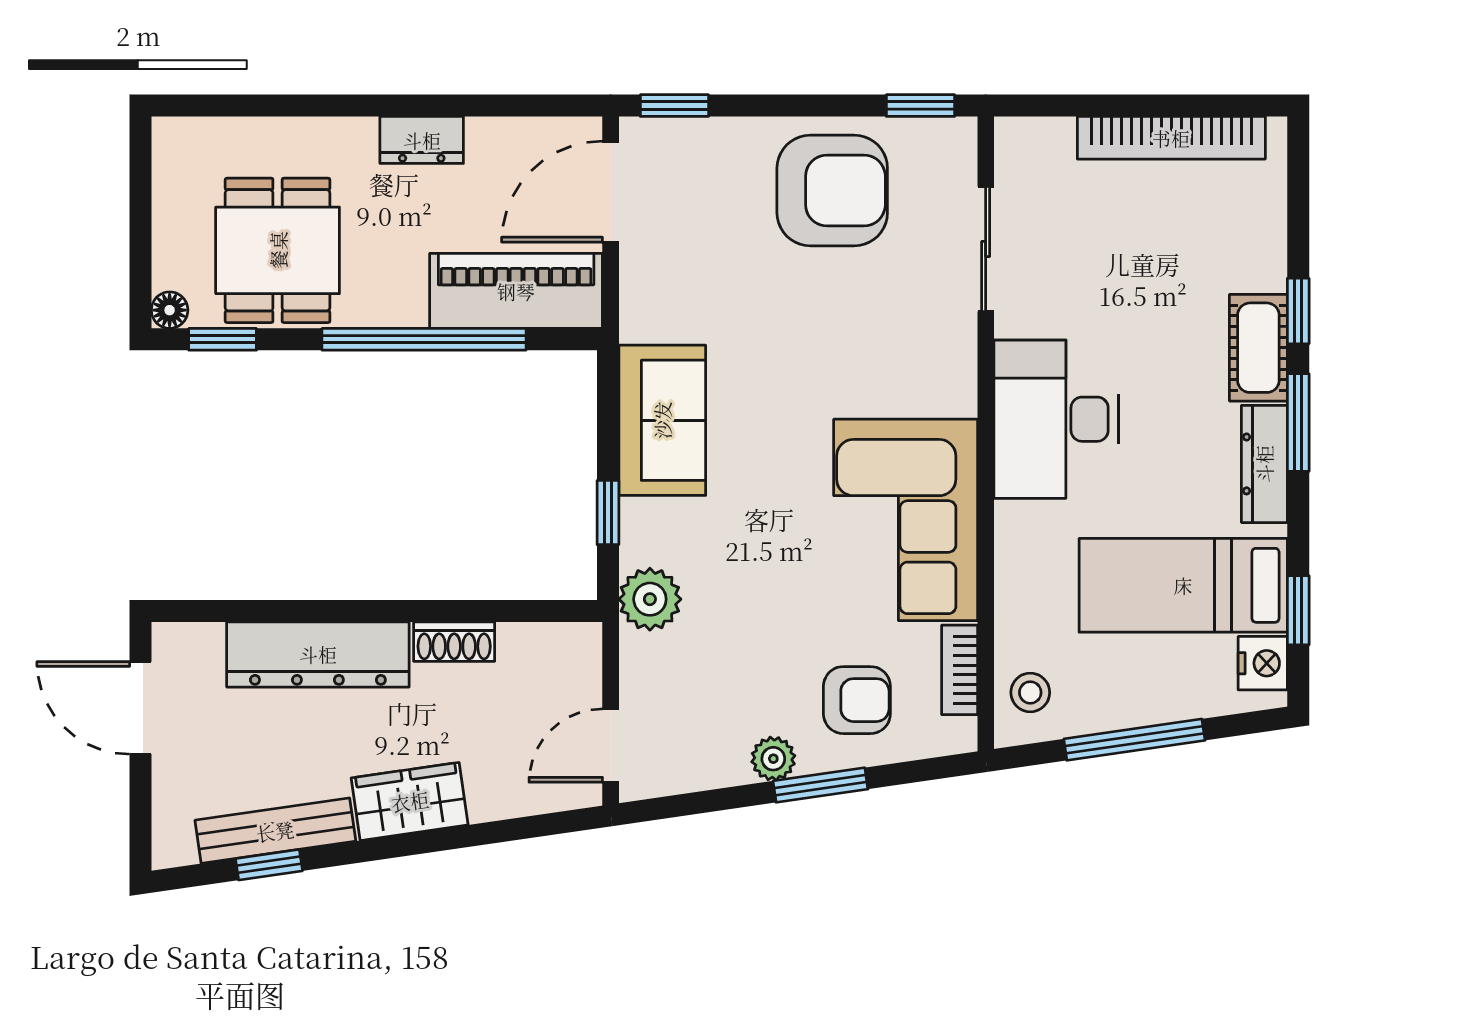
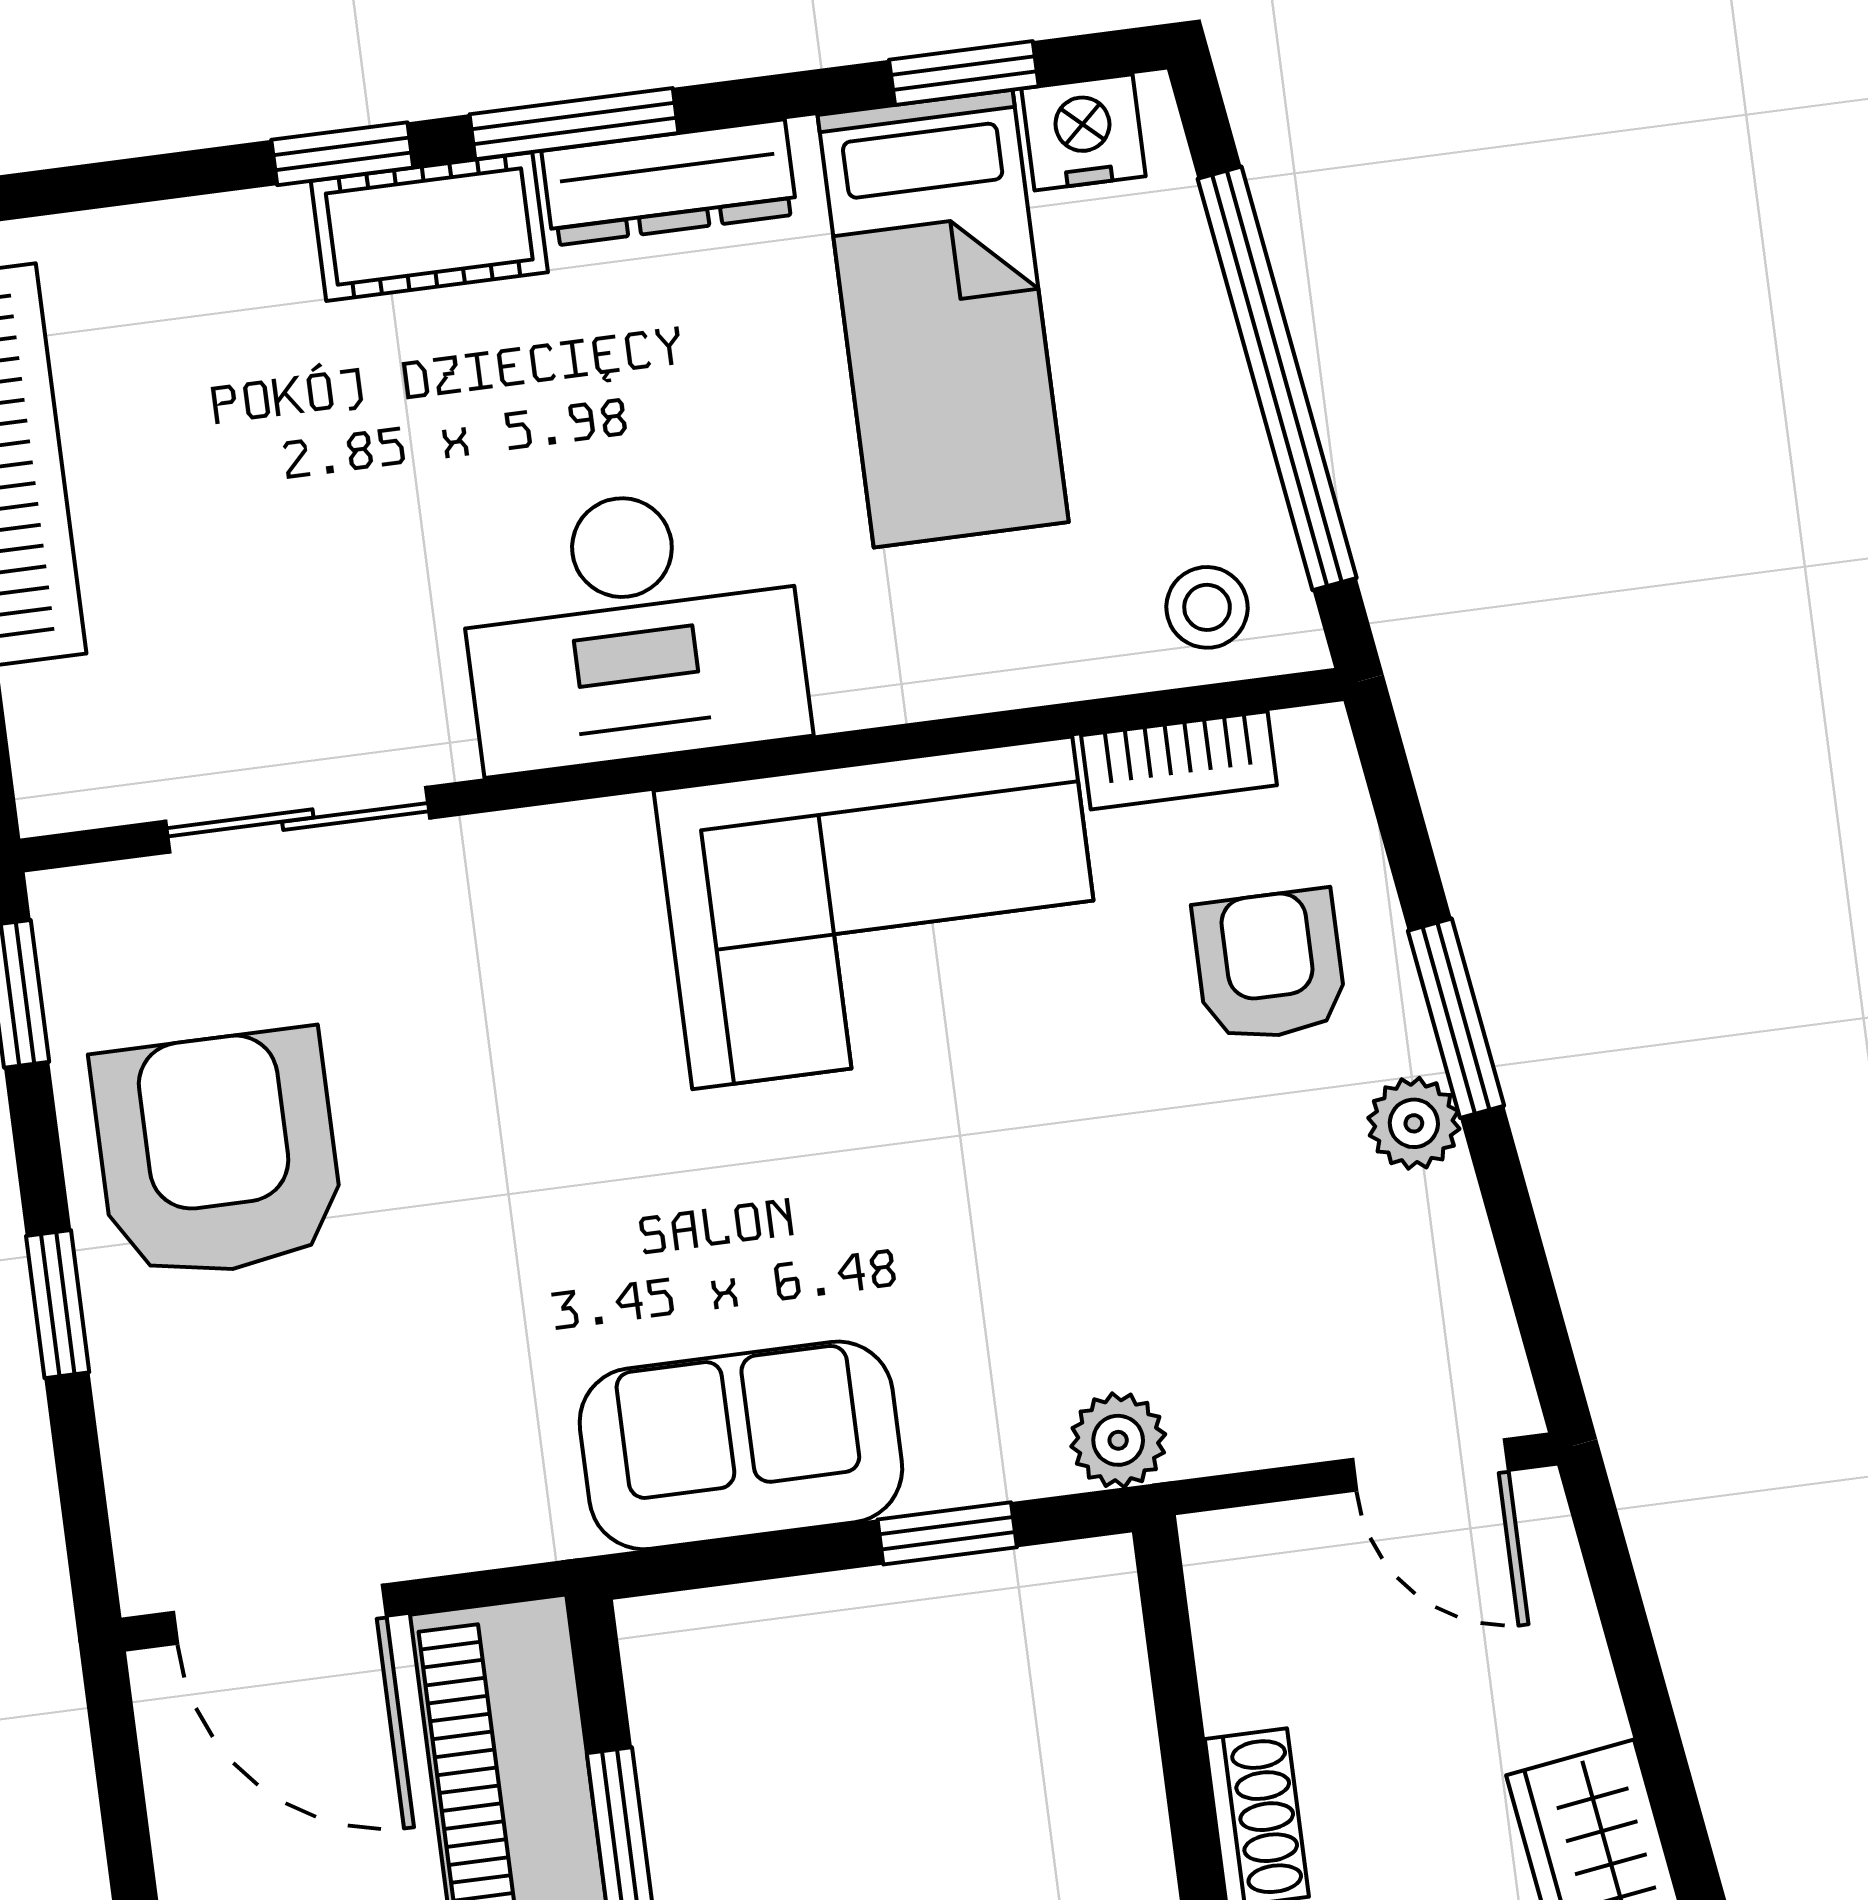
window: (674, 106) -> (58, 1304), moved
plant: (650, 599) -> (1118, 1440), width x0.73, depth x0.73
window: (1134, 740) -> (1277, 378), width x1.46

